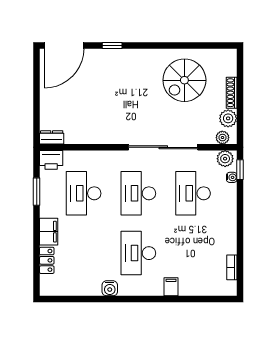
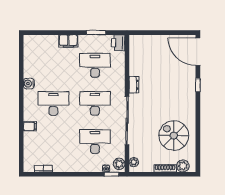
plant: (228, 118) -> (183, 166), moved
dresser: (52, 137) -> (134, 85), moved
locker: (47, 260) -> (48, 40), removed

